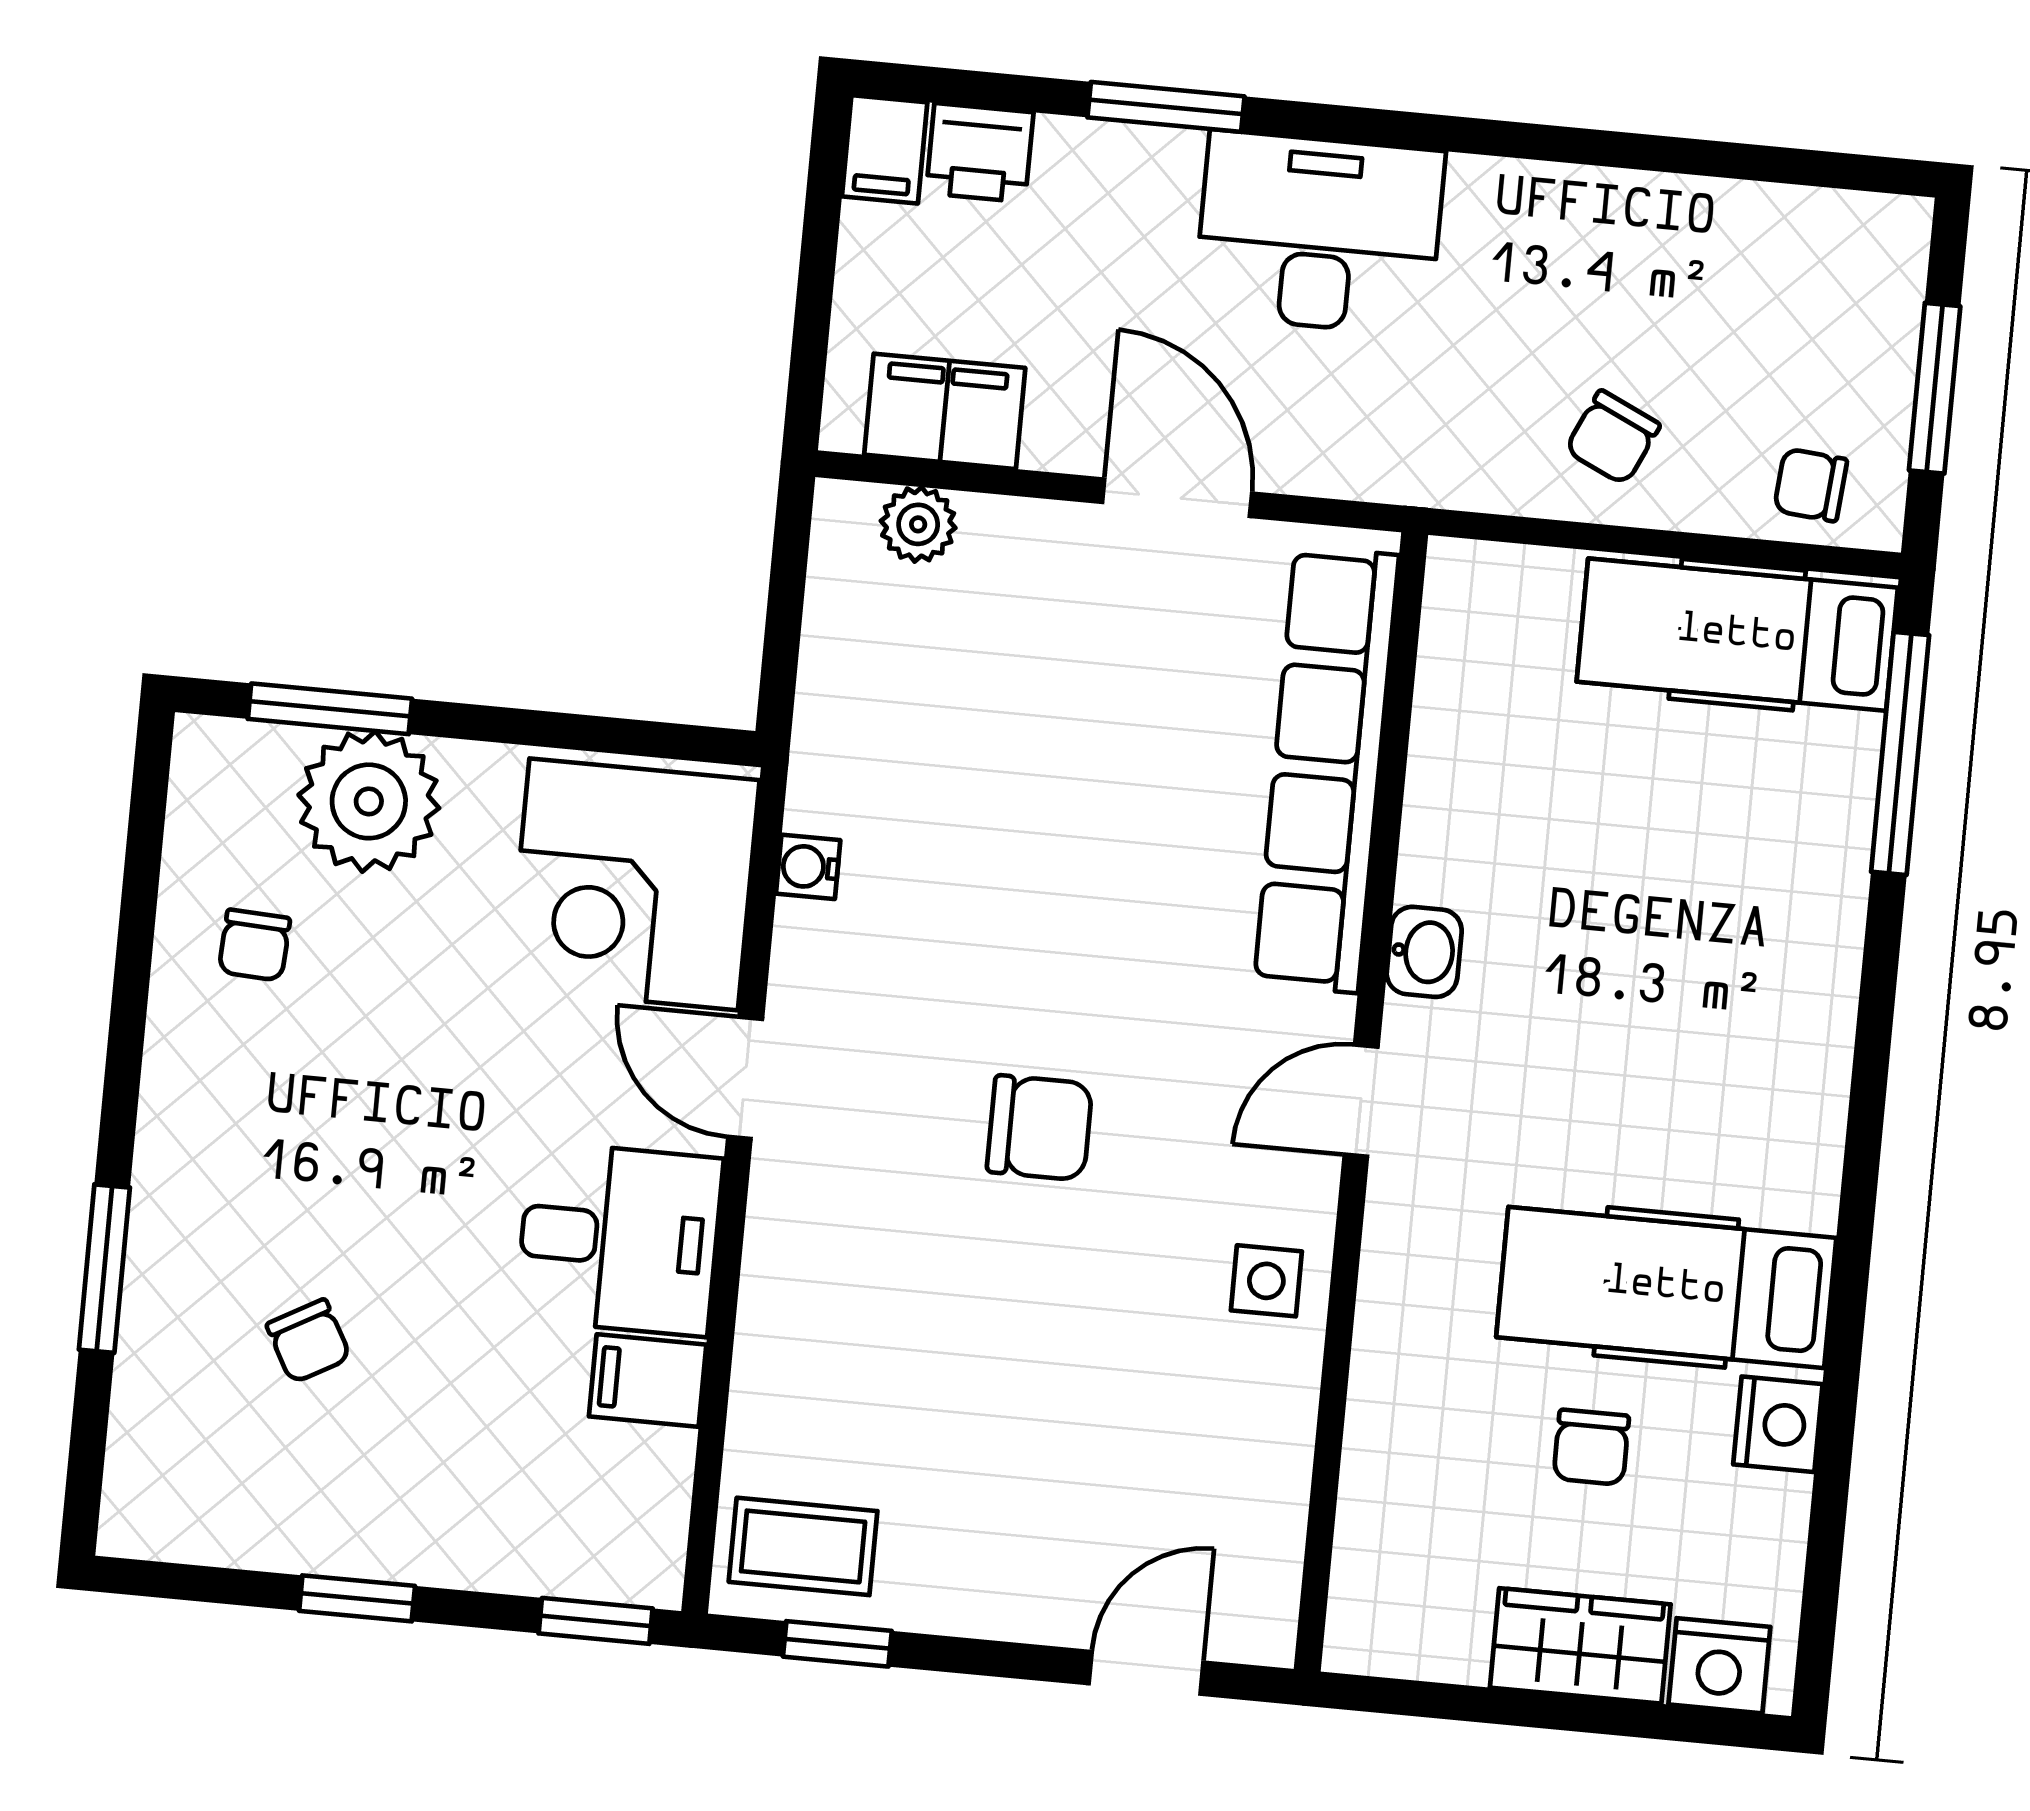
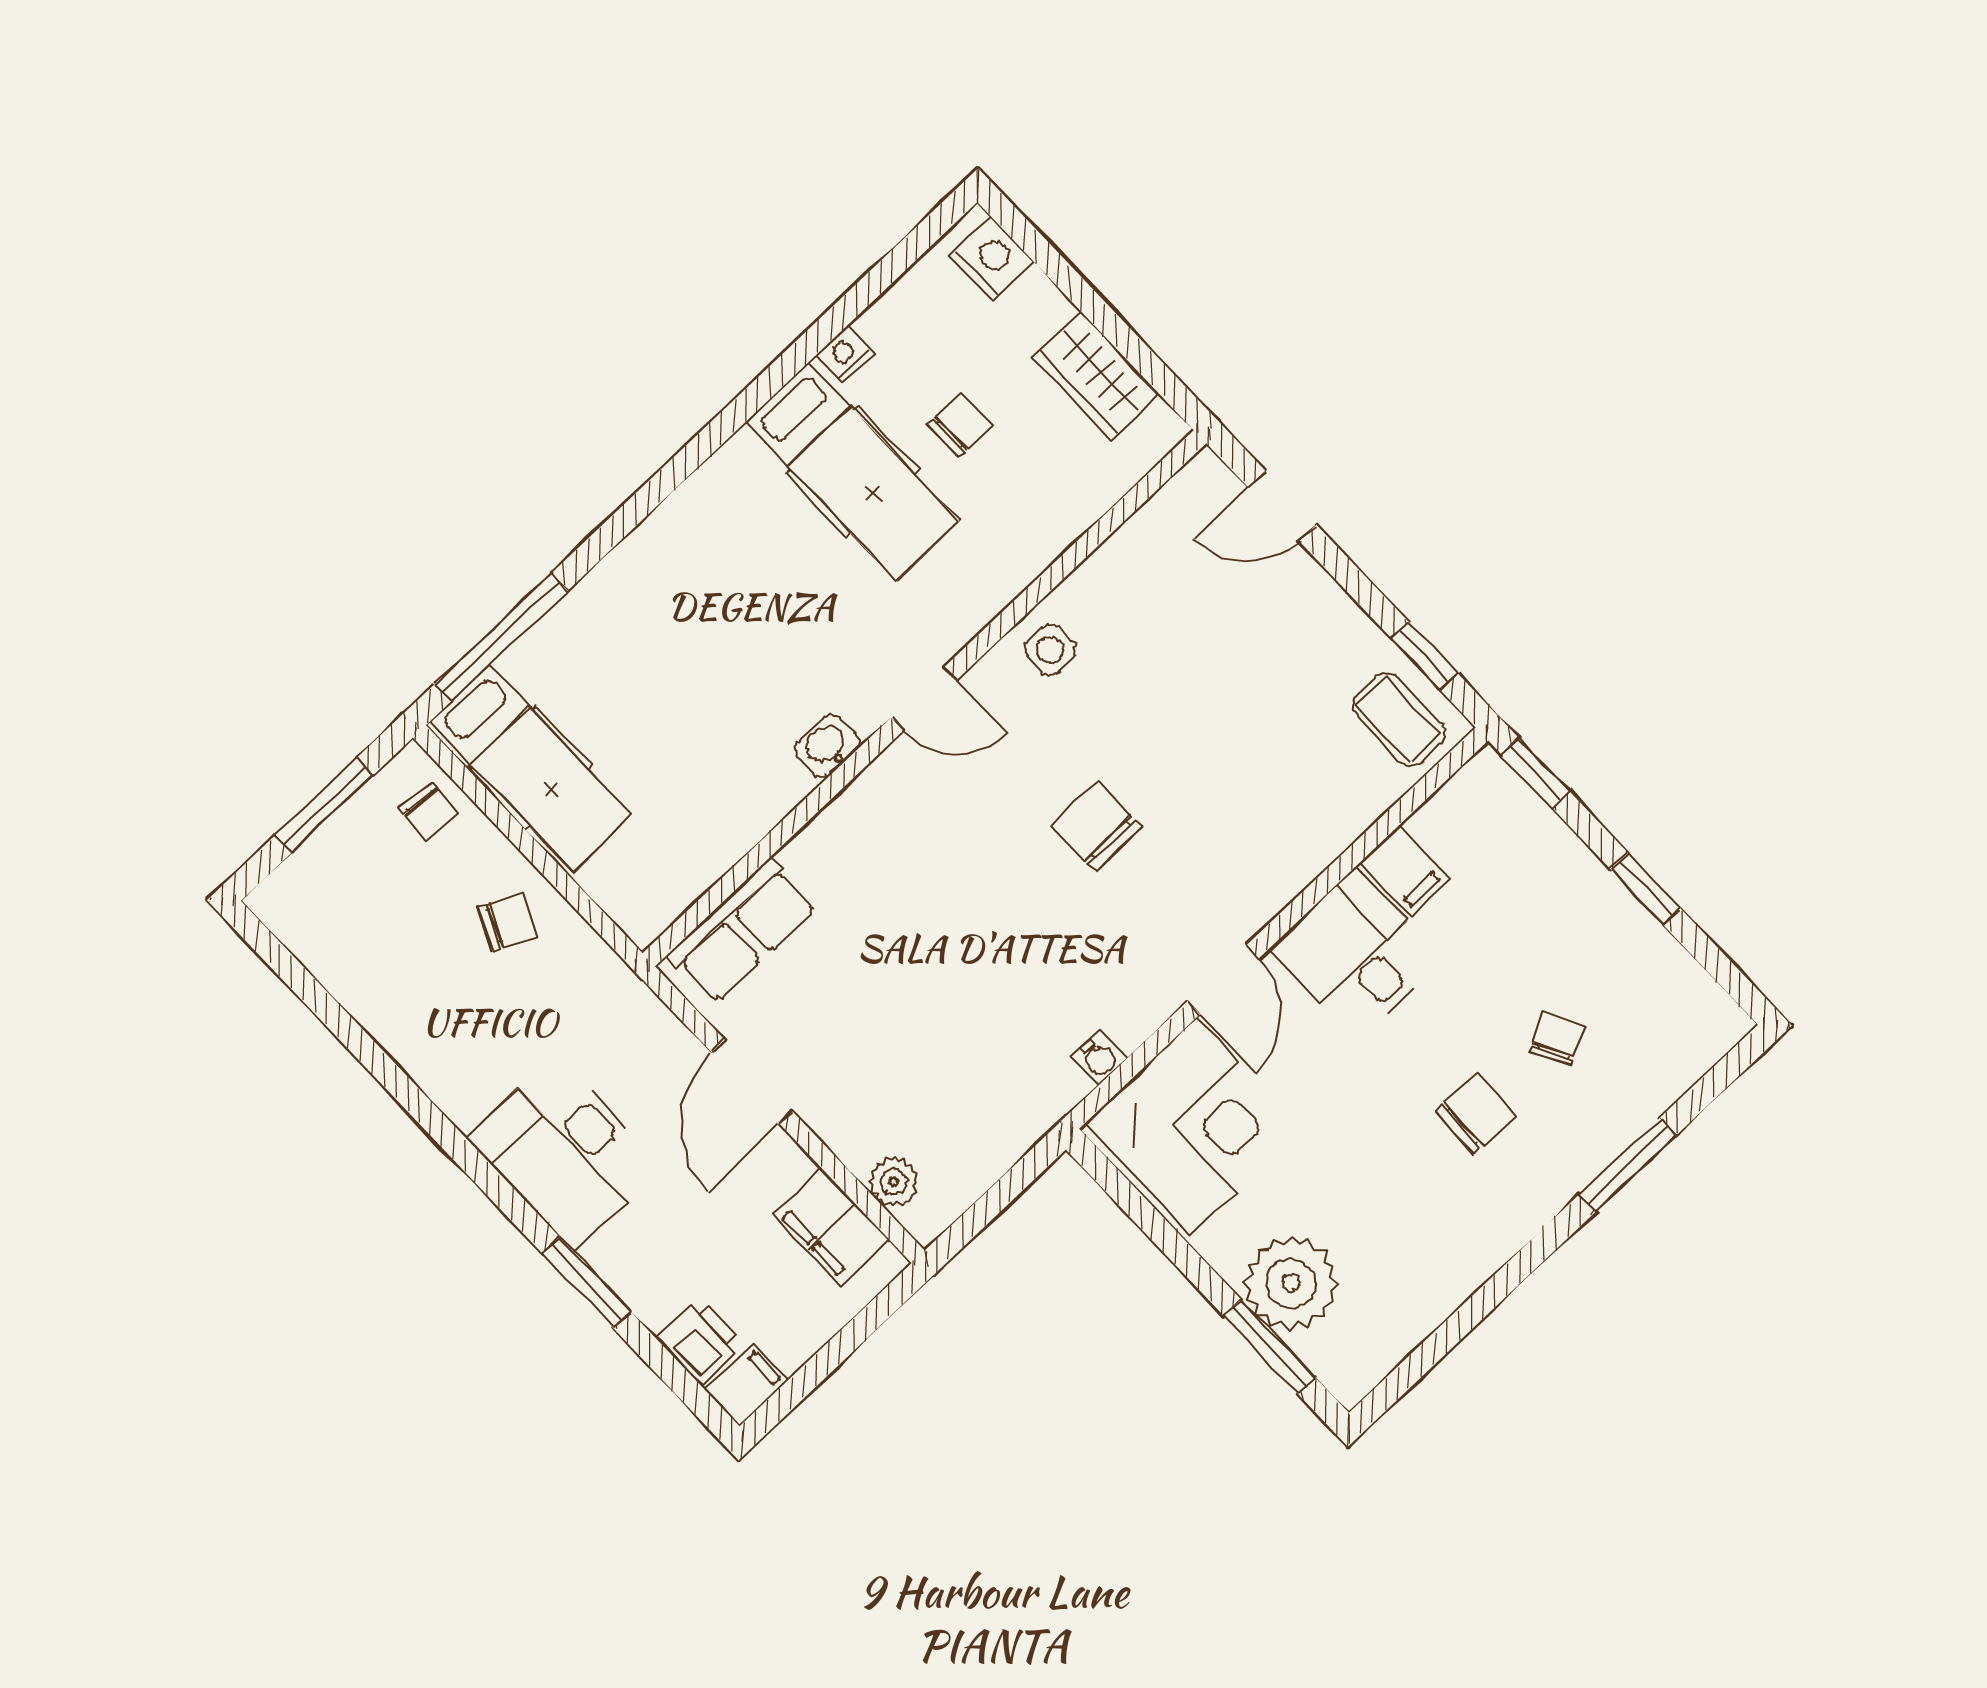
row of seats: (1327, 769) -> (742, 931), width x0.50
chair: (254, 945) -> (1476, 1114), moved, width x1.37, depth x1.37
nightstand: (1778, 1424) -> (845, 355), width x0.72, depth x0.74
wardrobe: (1580, 1646) -> (1096, 376), moved

